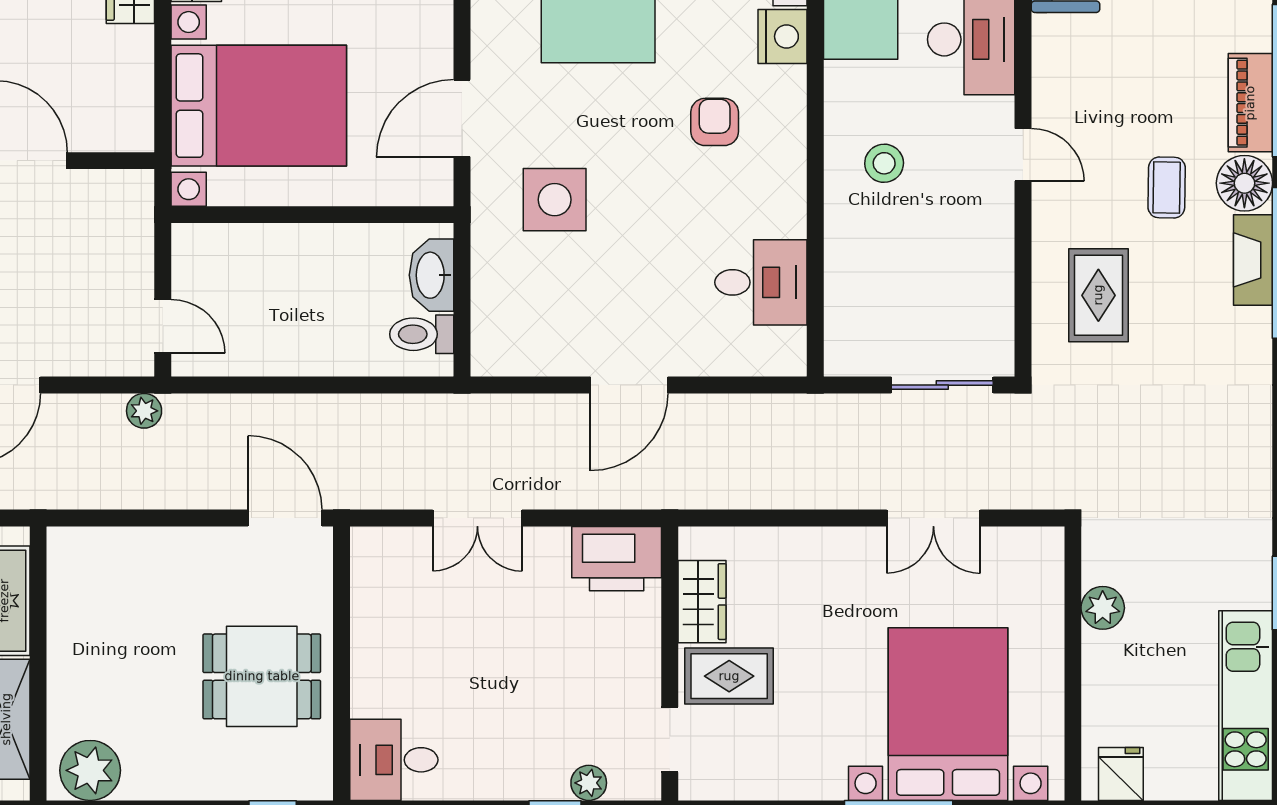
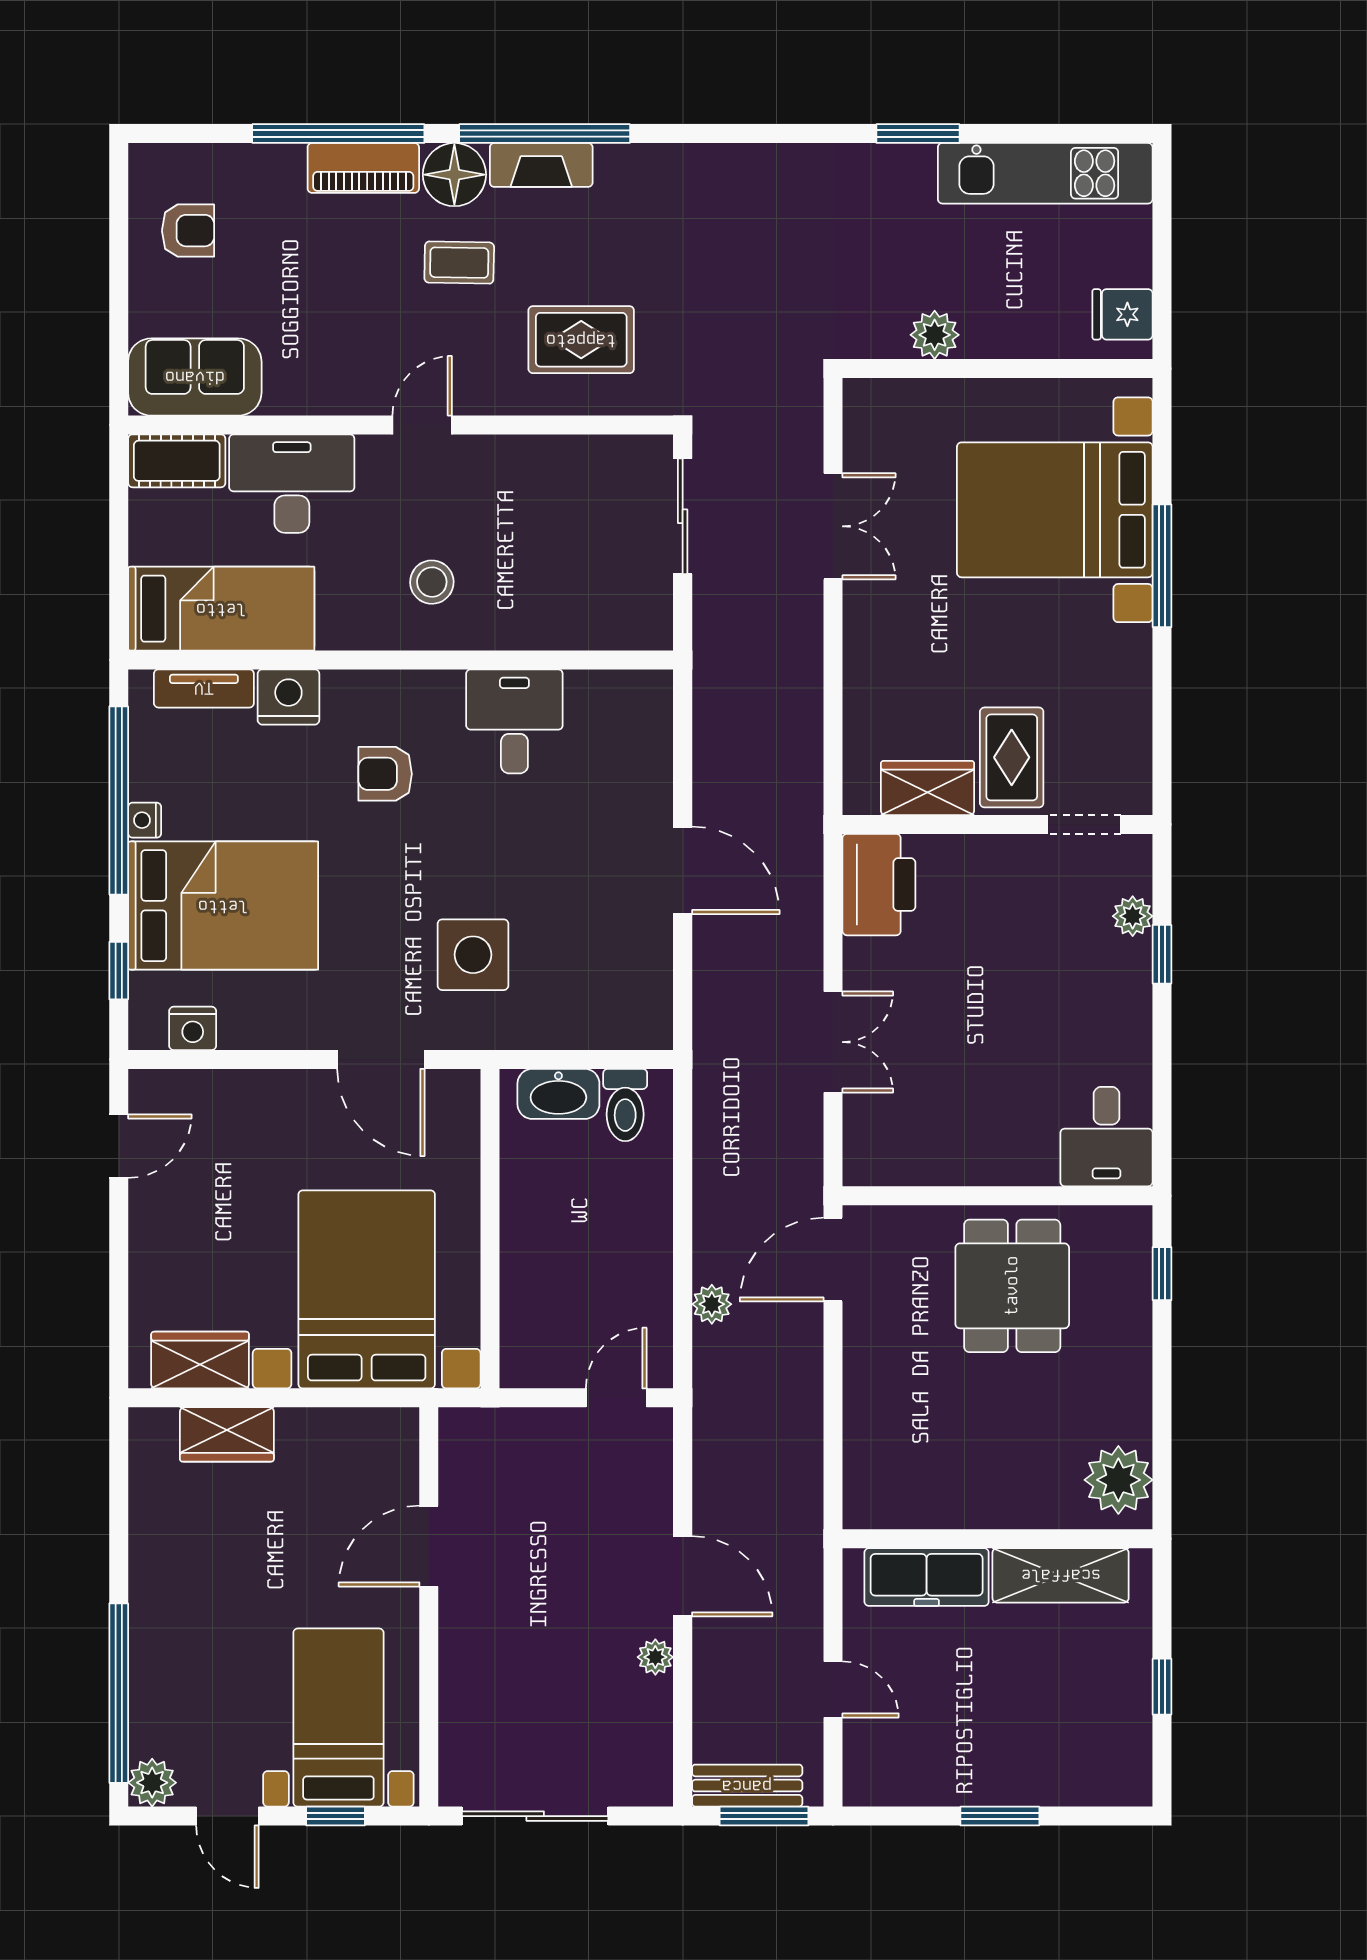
desk: (761, 282) -> (514, 721), moved
plant: (144, 411) -> (712, 1304), moved

